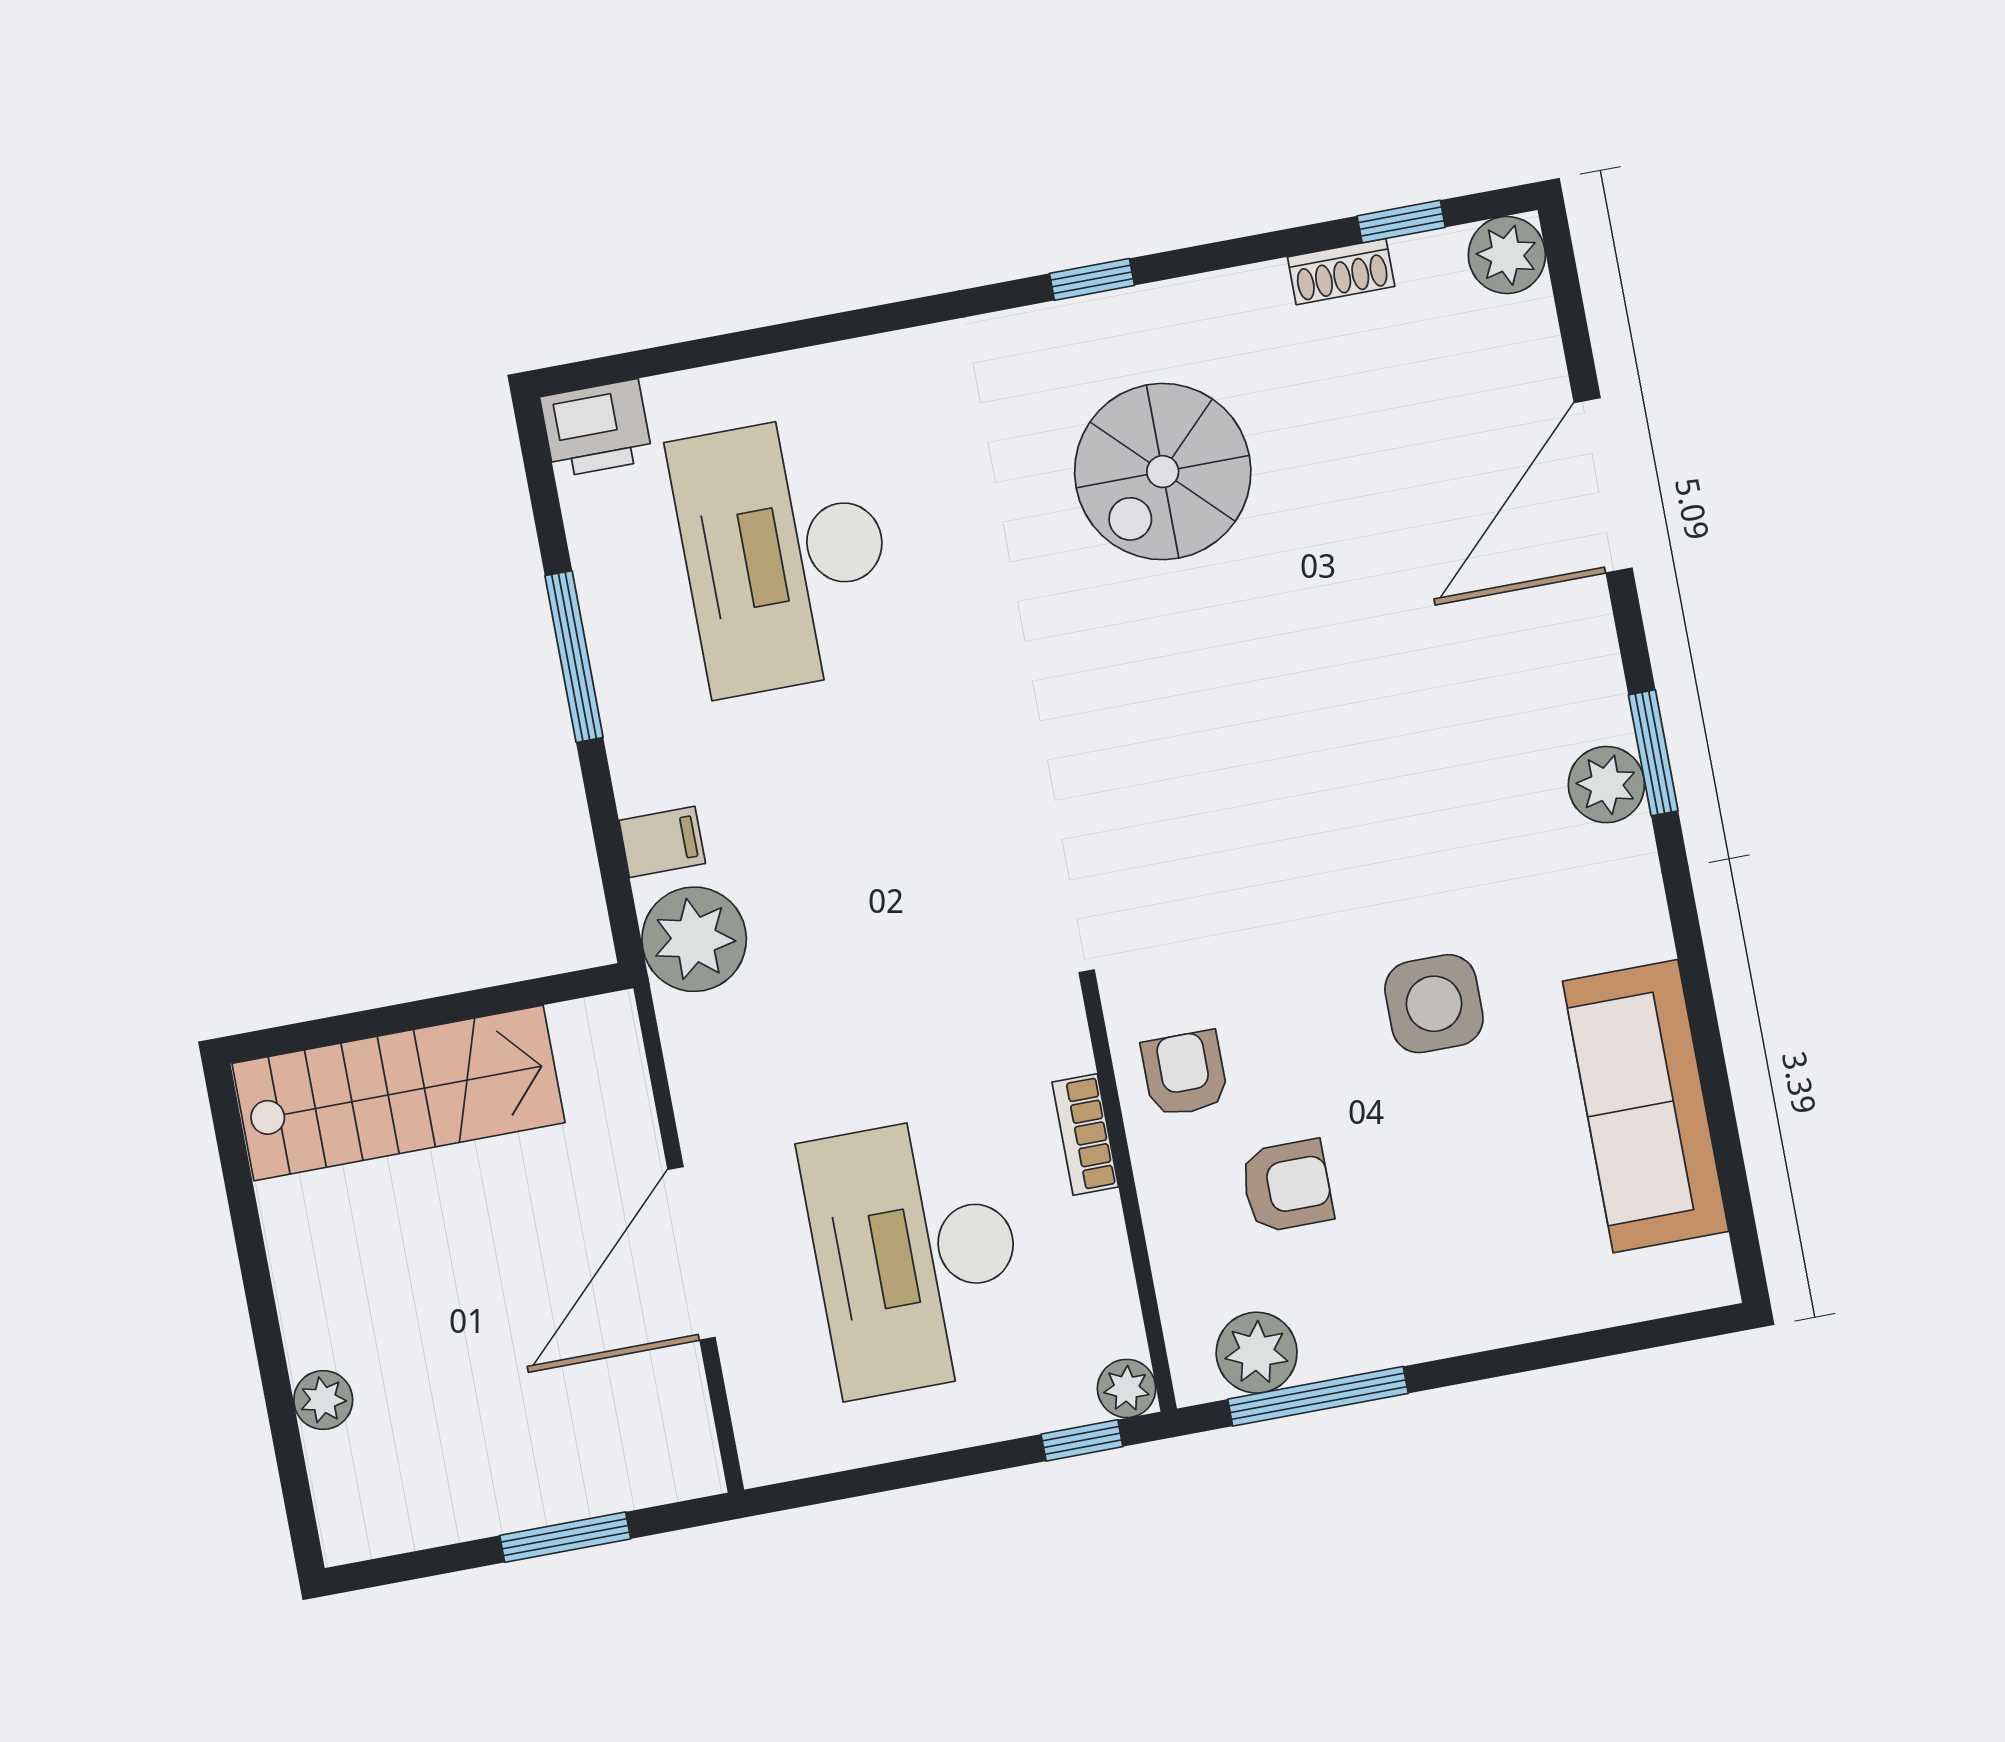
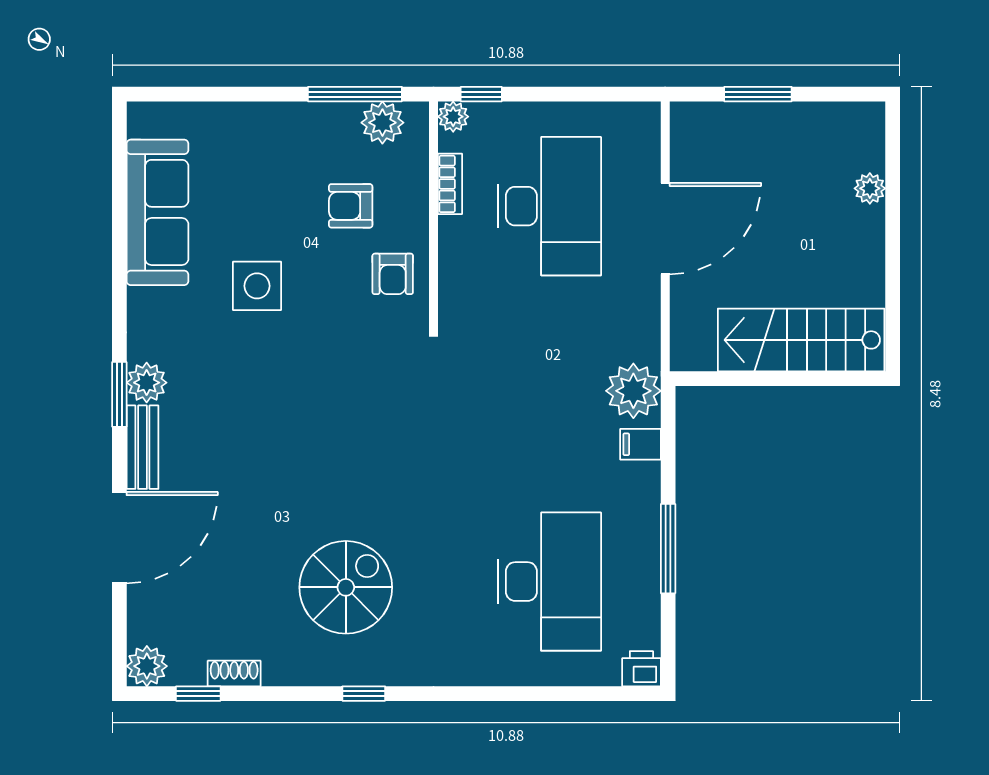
printer: (596, 428) -> (641, 669), width x0.73, depth x0.81
bench: (1591, 662) -> (142, 447), added
bookcase: (1085, 1134) -> (450, 184), moved

